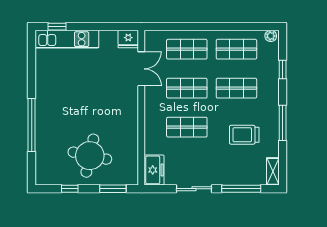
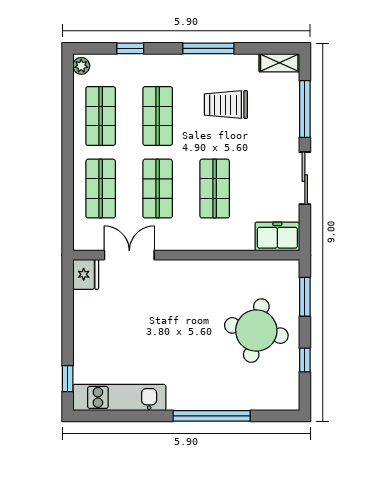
kitchen unit: (67, 39) -> (119, 397), moved, turned -90
trolley: (244, 135) -> (226, 105), turned 90

